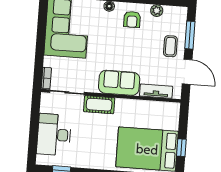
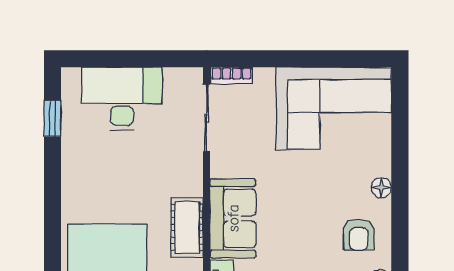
armchair: (132, 19) -> (359, 235), turned -90
cot: (99, 105) -> (187, 227), moved

